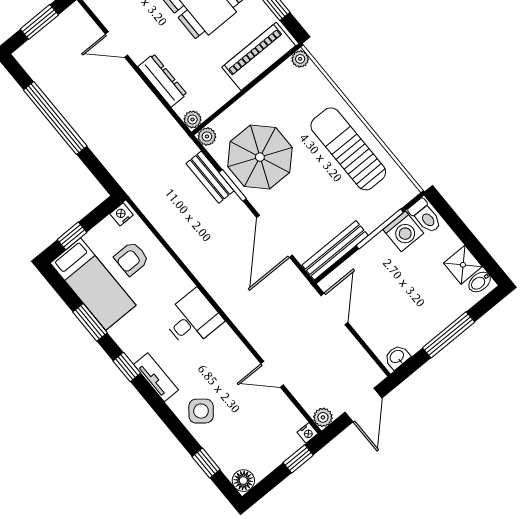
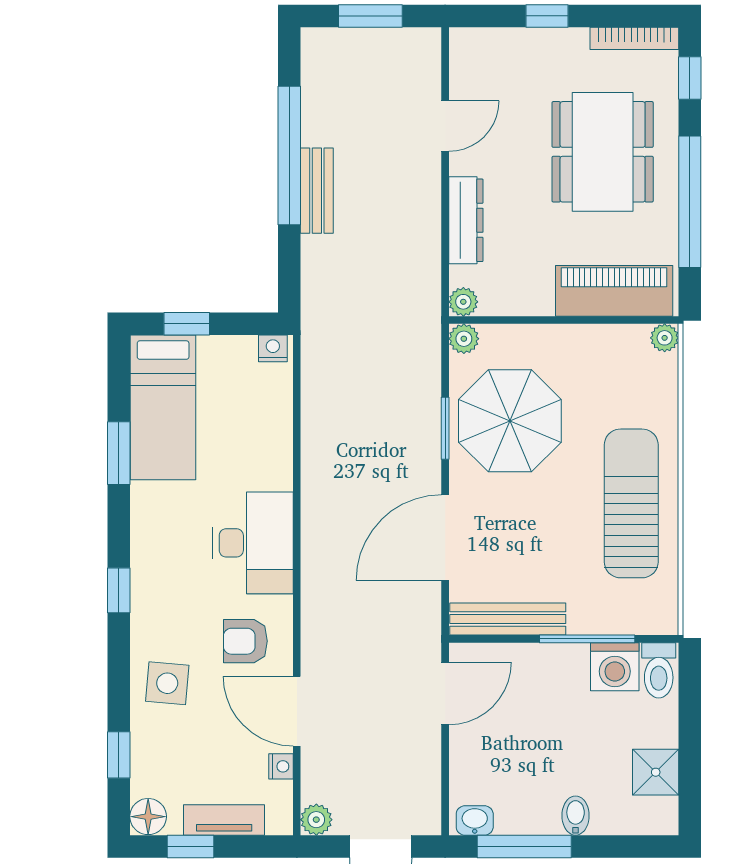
door: (116, 45) -> (445, 126), swing flipped
bench: (210, 177) -> (317, 191), moved
armchair: (131, 259) -> (245, 641), moved
bidet: (480, 282) -> (576, 816), moved, turned 90
desk: (192, 319) -> (253, 543), width x1.37
window: (449, 335) -> (524, 847), moved
window: (127, 367) -> (119, 590), moved
door: (272, 374) -> (297, 711), width x1.38
tv unit: (156, 377) -> (224, 820), moved, turned -90
side table: (201, 411) -> (167, 683), turned -34
nightstand: (308, 433) -> (281, 766), moved, turned -90
window: (298, 459) -> (190, 847), moved

